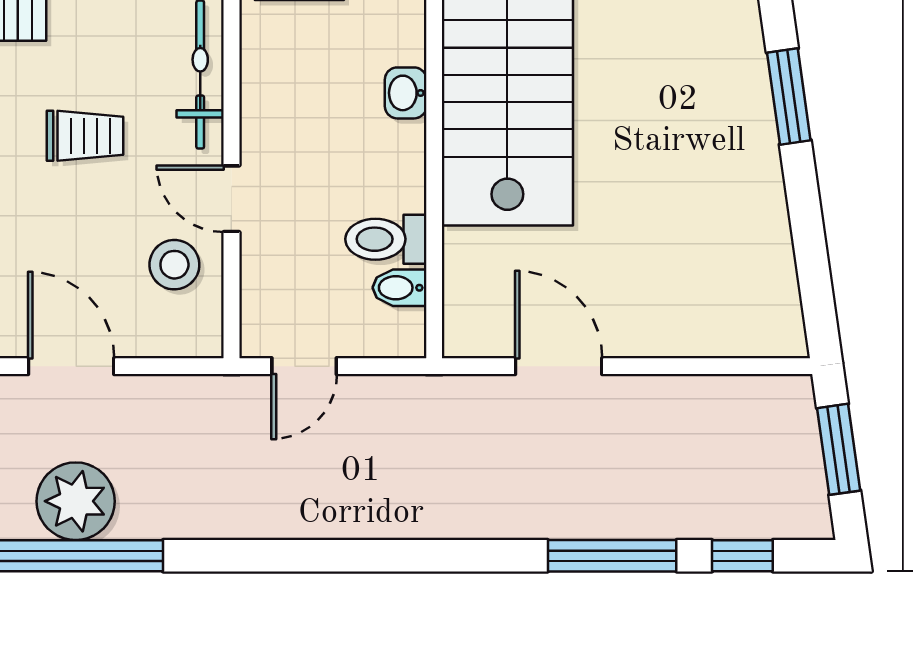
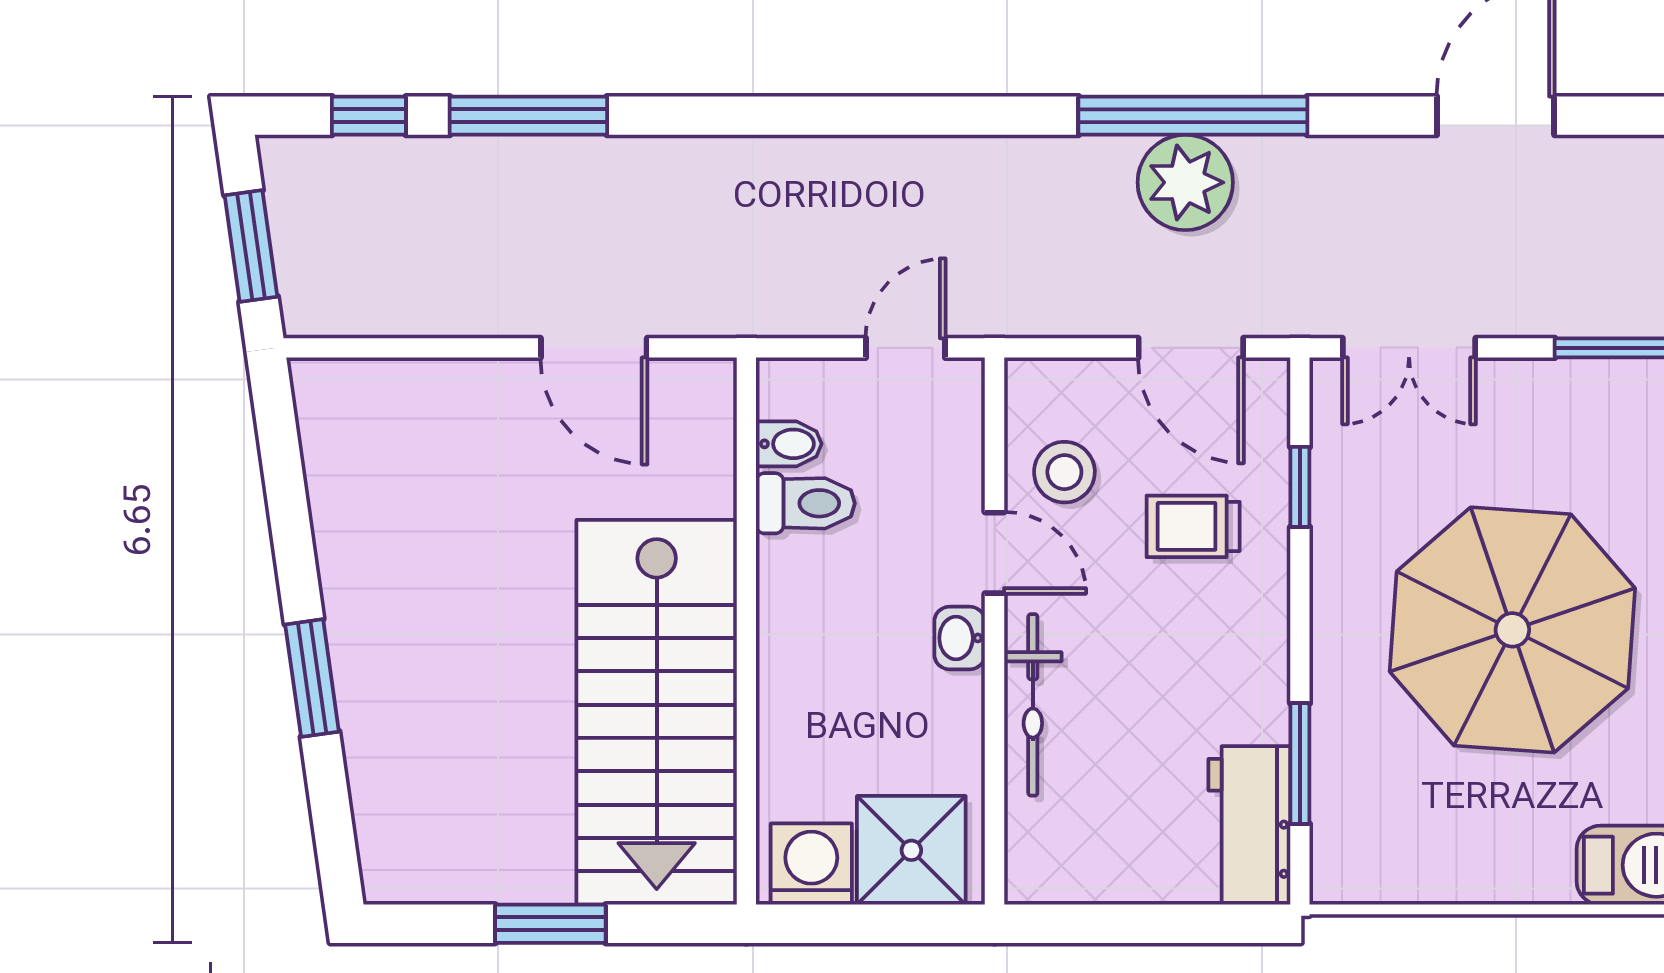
washbasin: (406, 93) -> (960, 638), moved, turned 180
trolley: (85, 136) -> (1193, 526), moved

